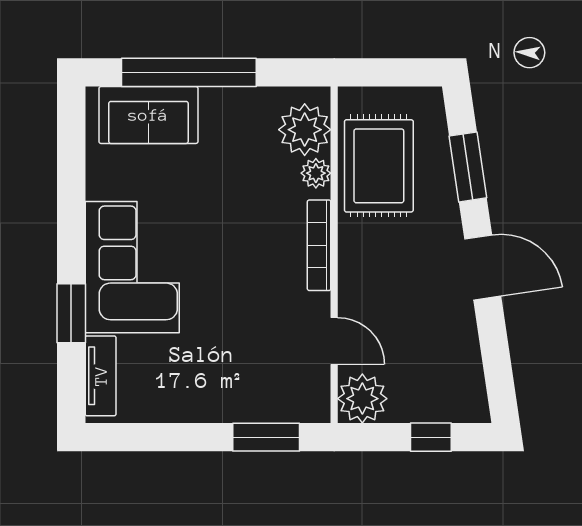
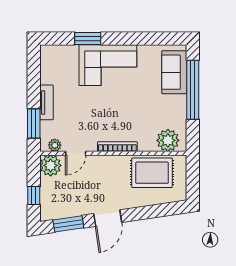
window: (468, 167) -> (68, 224), moved
plant: (316, 173) -> (55, 145), moved
tv unit: (101, 376) -> (46, 102), moved, turned -90

